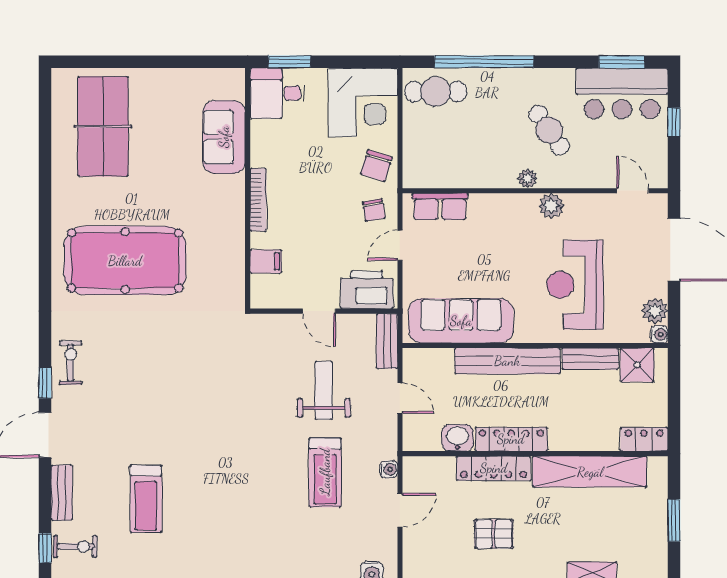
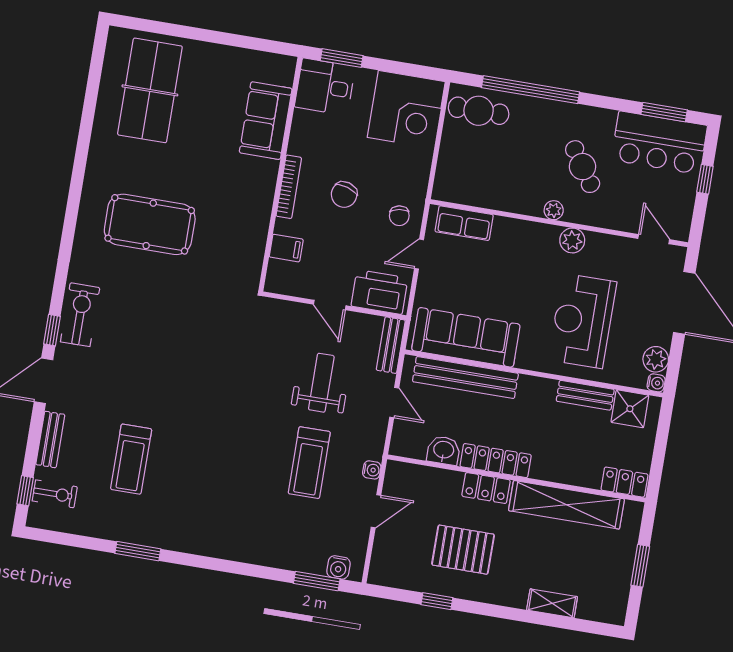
chair: (376, 166) -> (344, 195), moved
pool table: (125, 261) -> (150, 224), width x0.73, depth x0.76
bench: (507, 361) -> (465, 377), moved
exercise bike: (71, 363) -> (80, 315), width x1.38, depth x1.39
locker: (494, 468) -> (486, 488), width x0.66
pallet: (494, 534) -> (463, 550), width x1.50, depth x1.42

